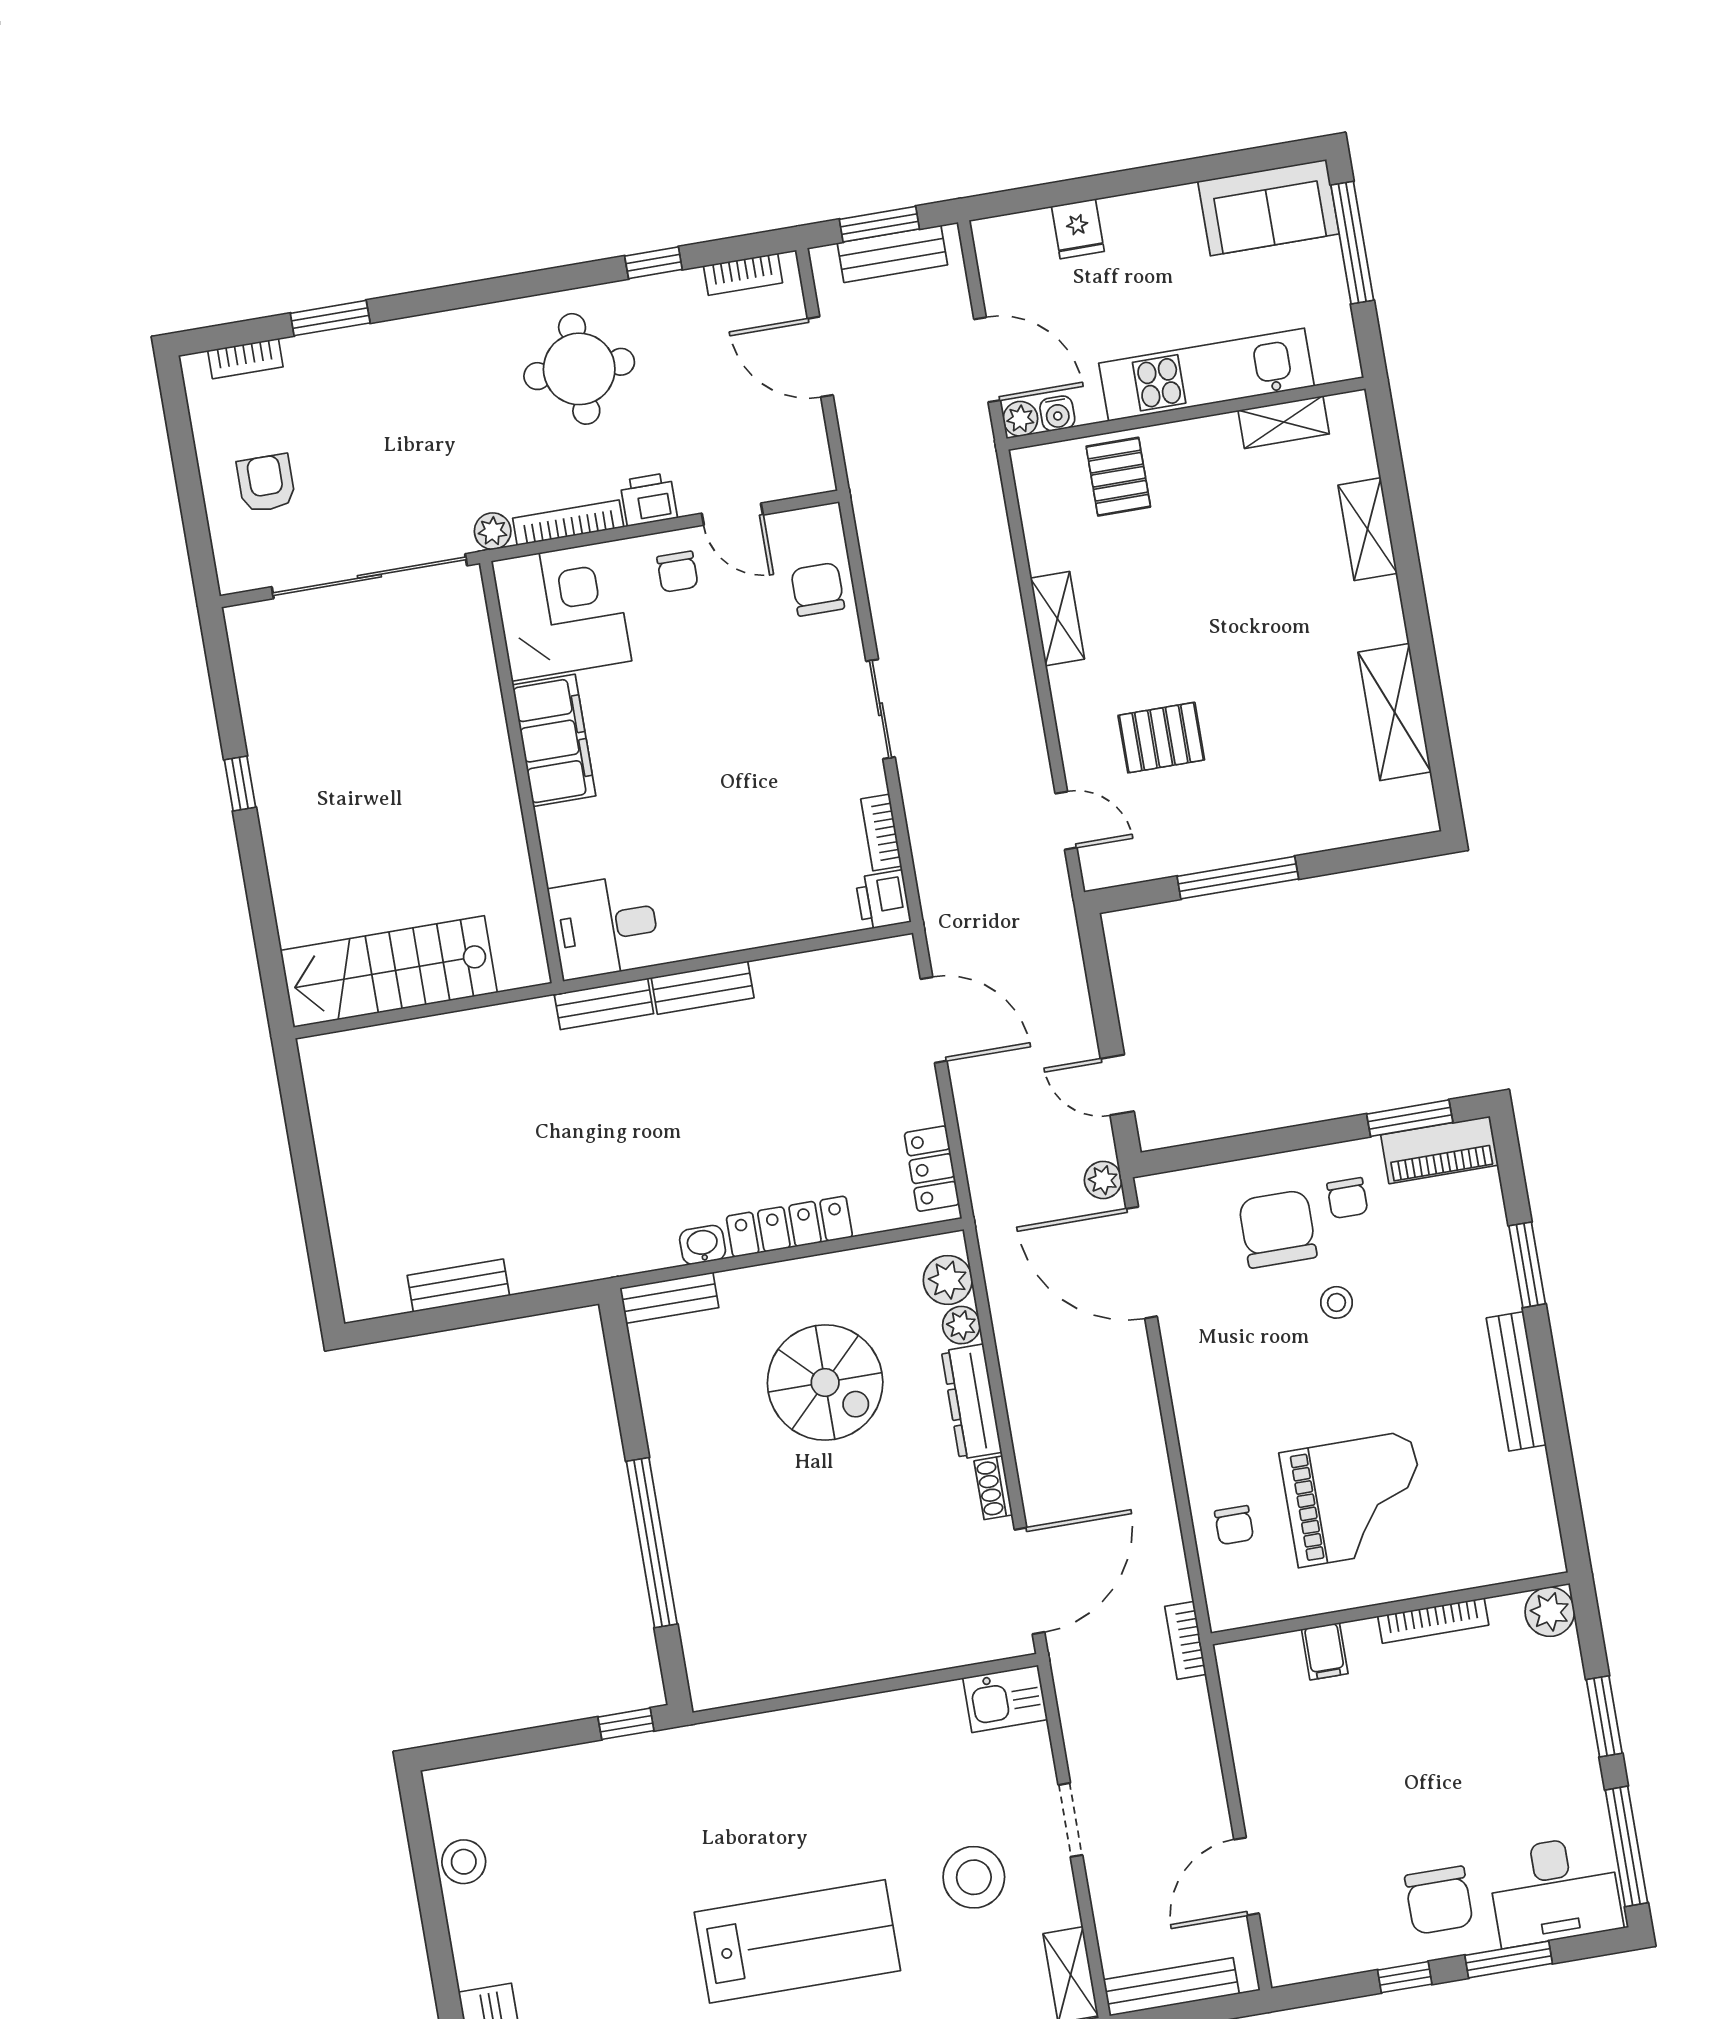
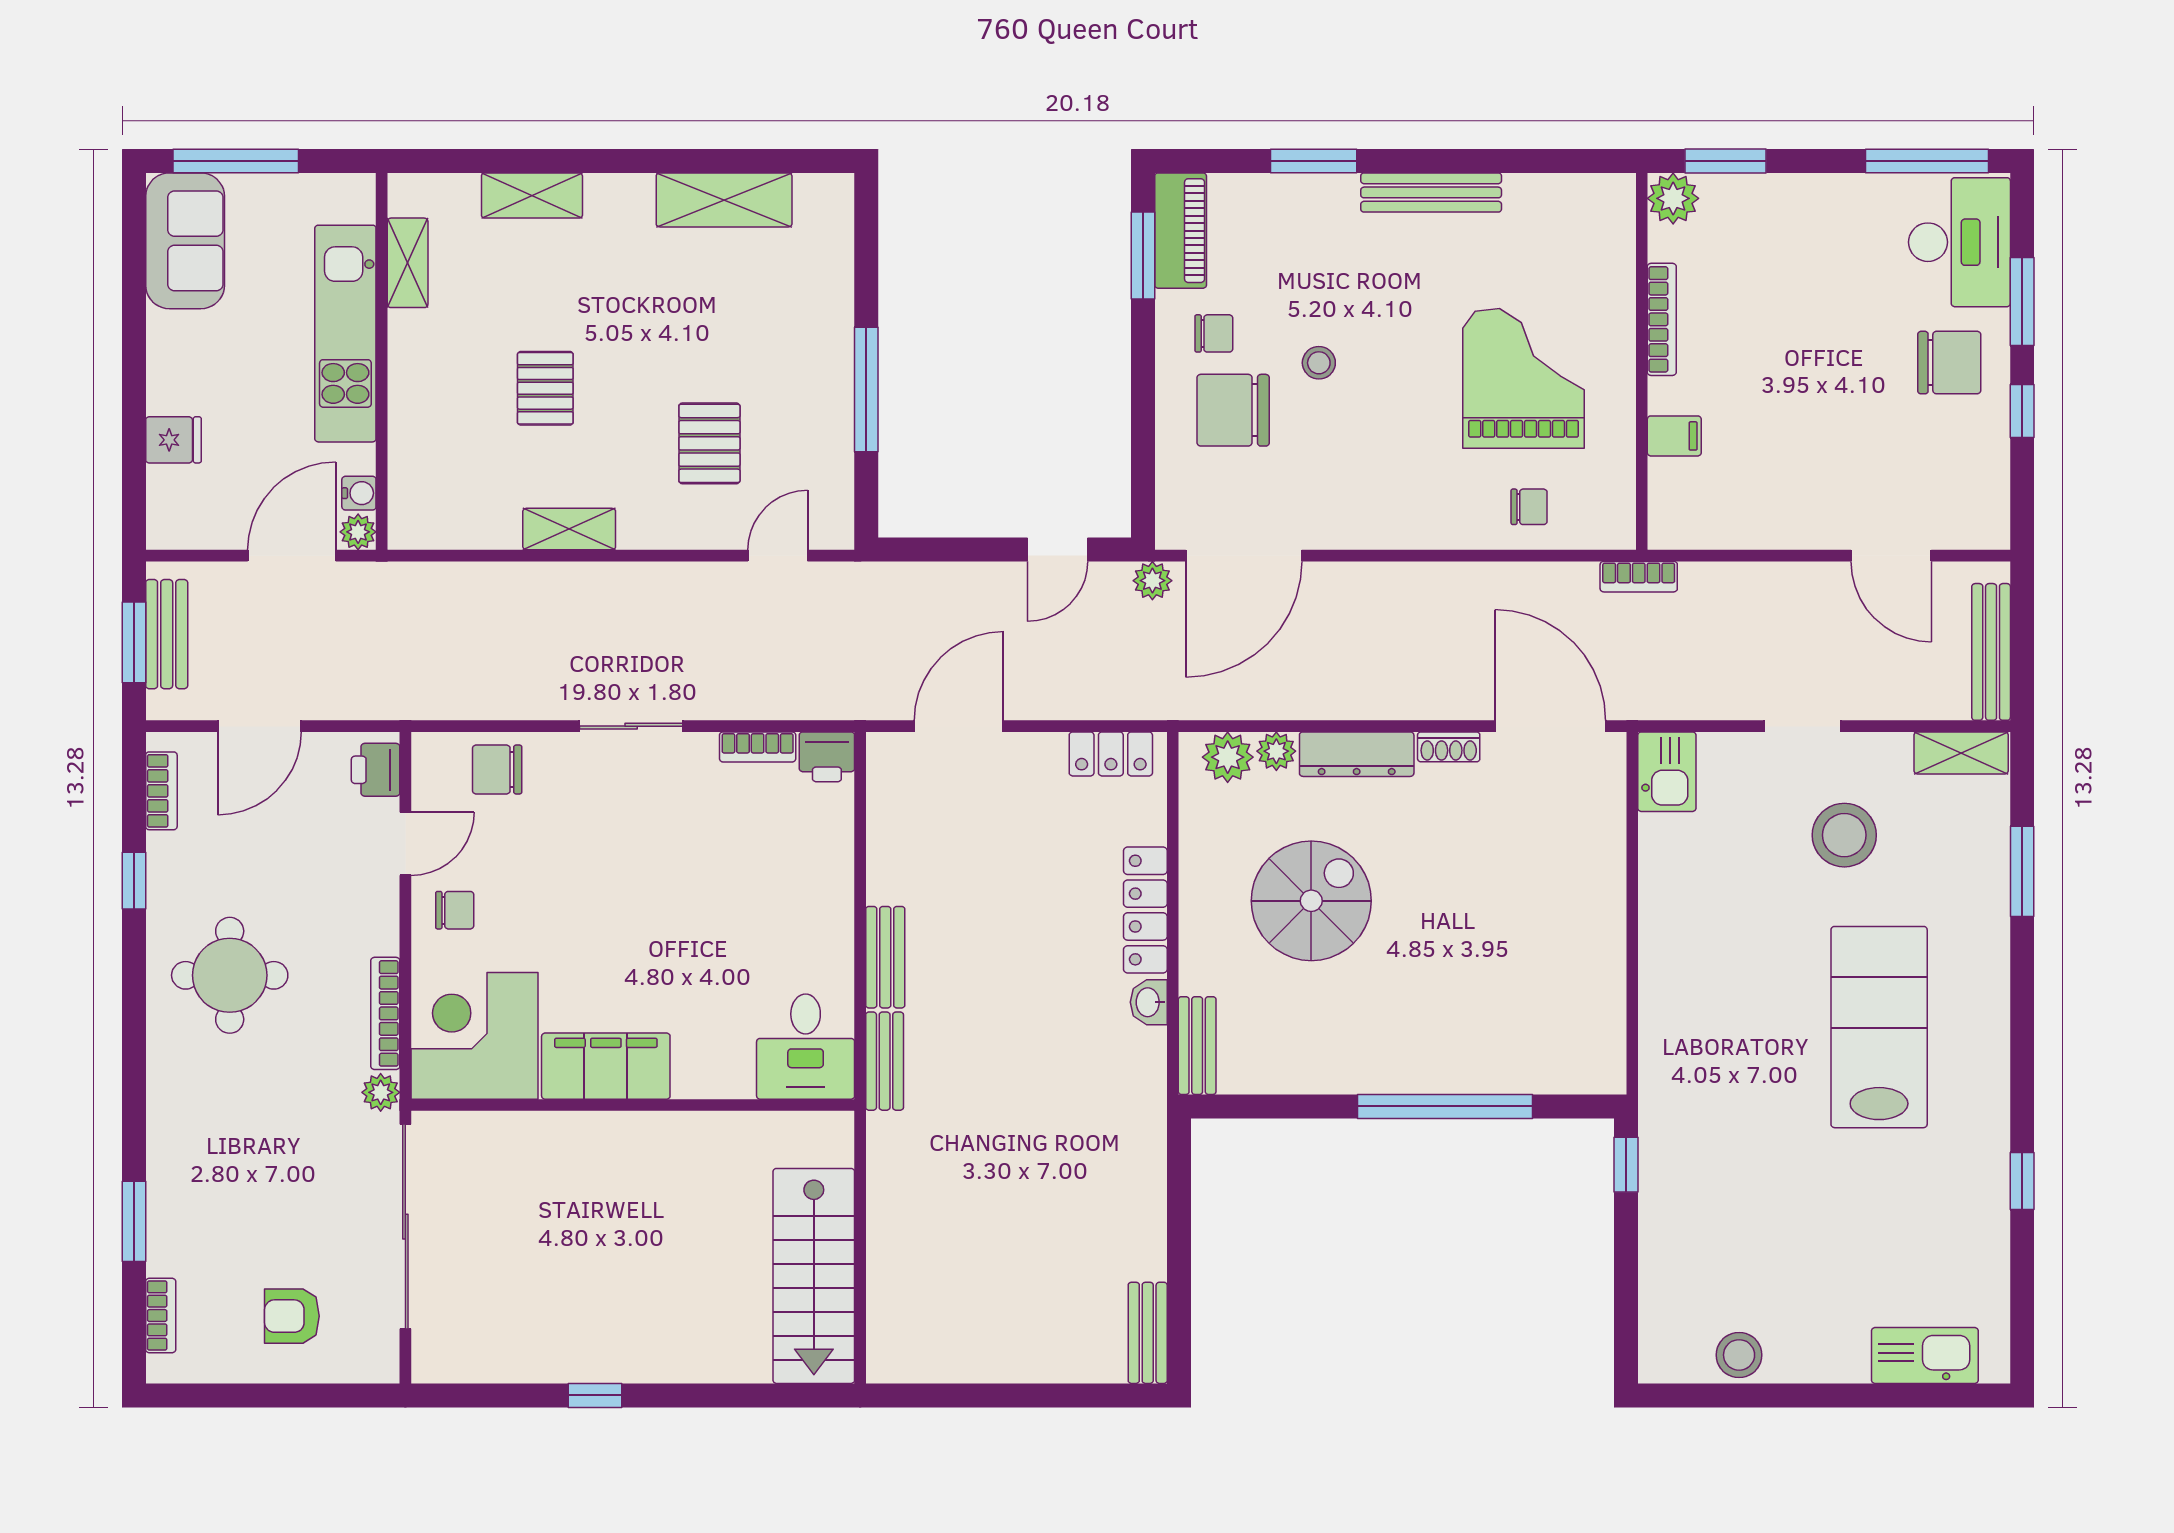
pallet: (1118, 477) -> (545, 388), moved, turned 90
printer: (649, 499) -> (376, 770), moved
bench: (458, 1286) -> (1148, 1333), moved
window: (1604, 1716) -> (1726, 161), moved

